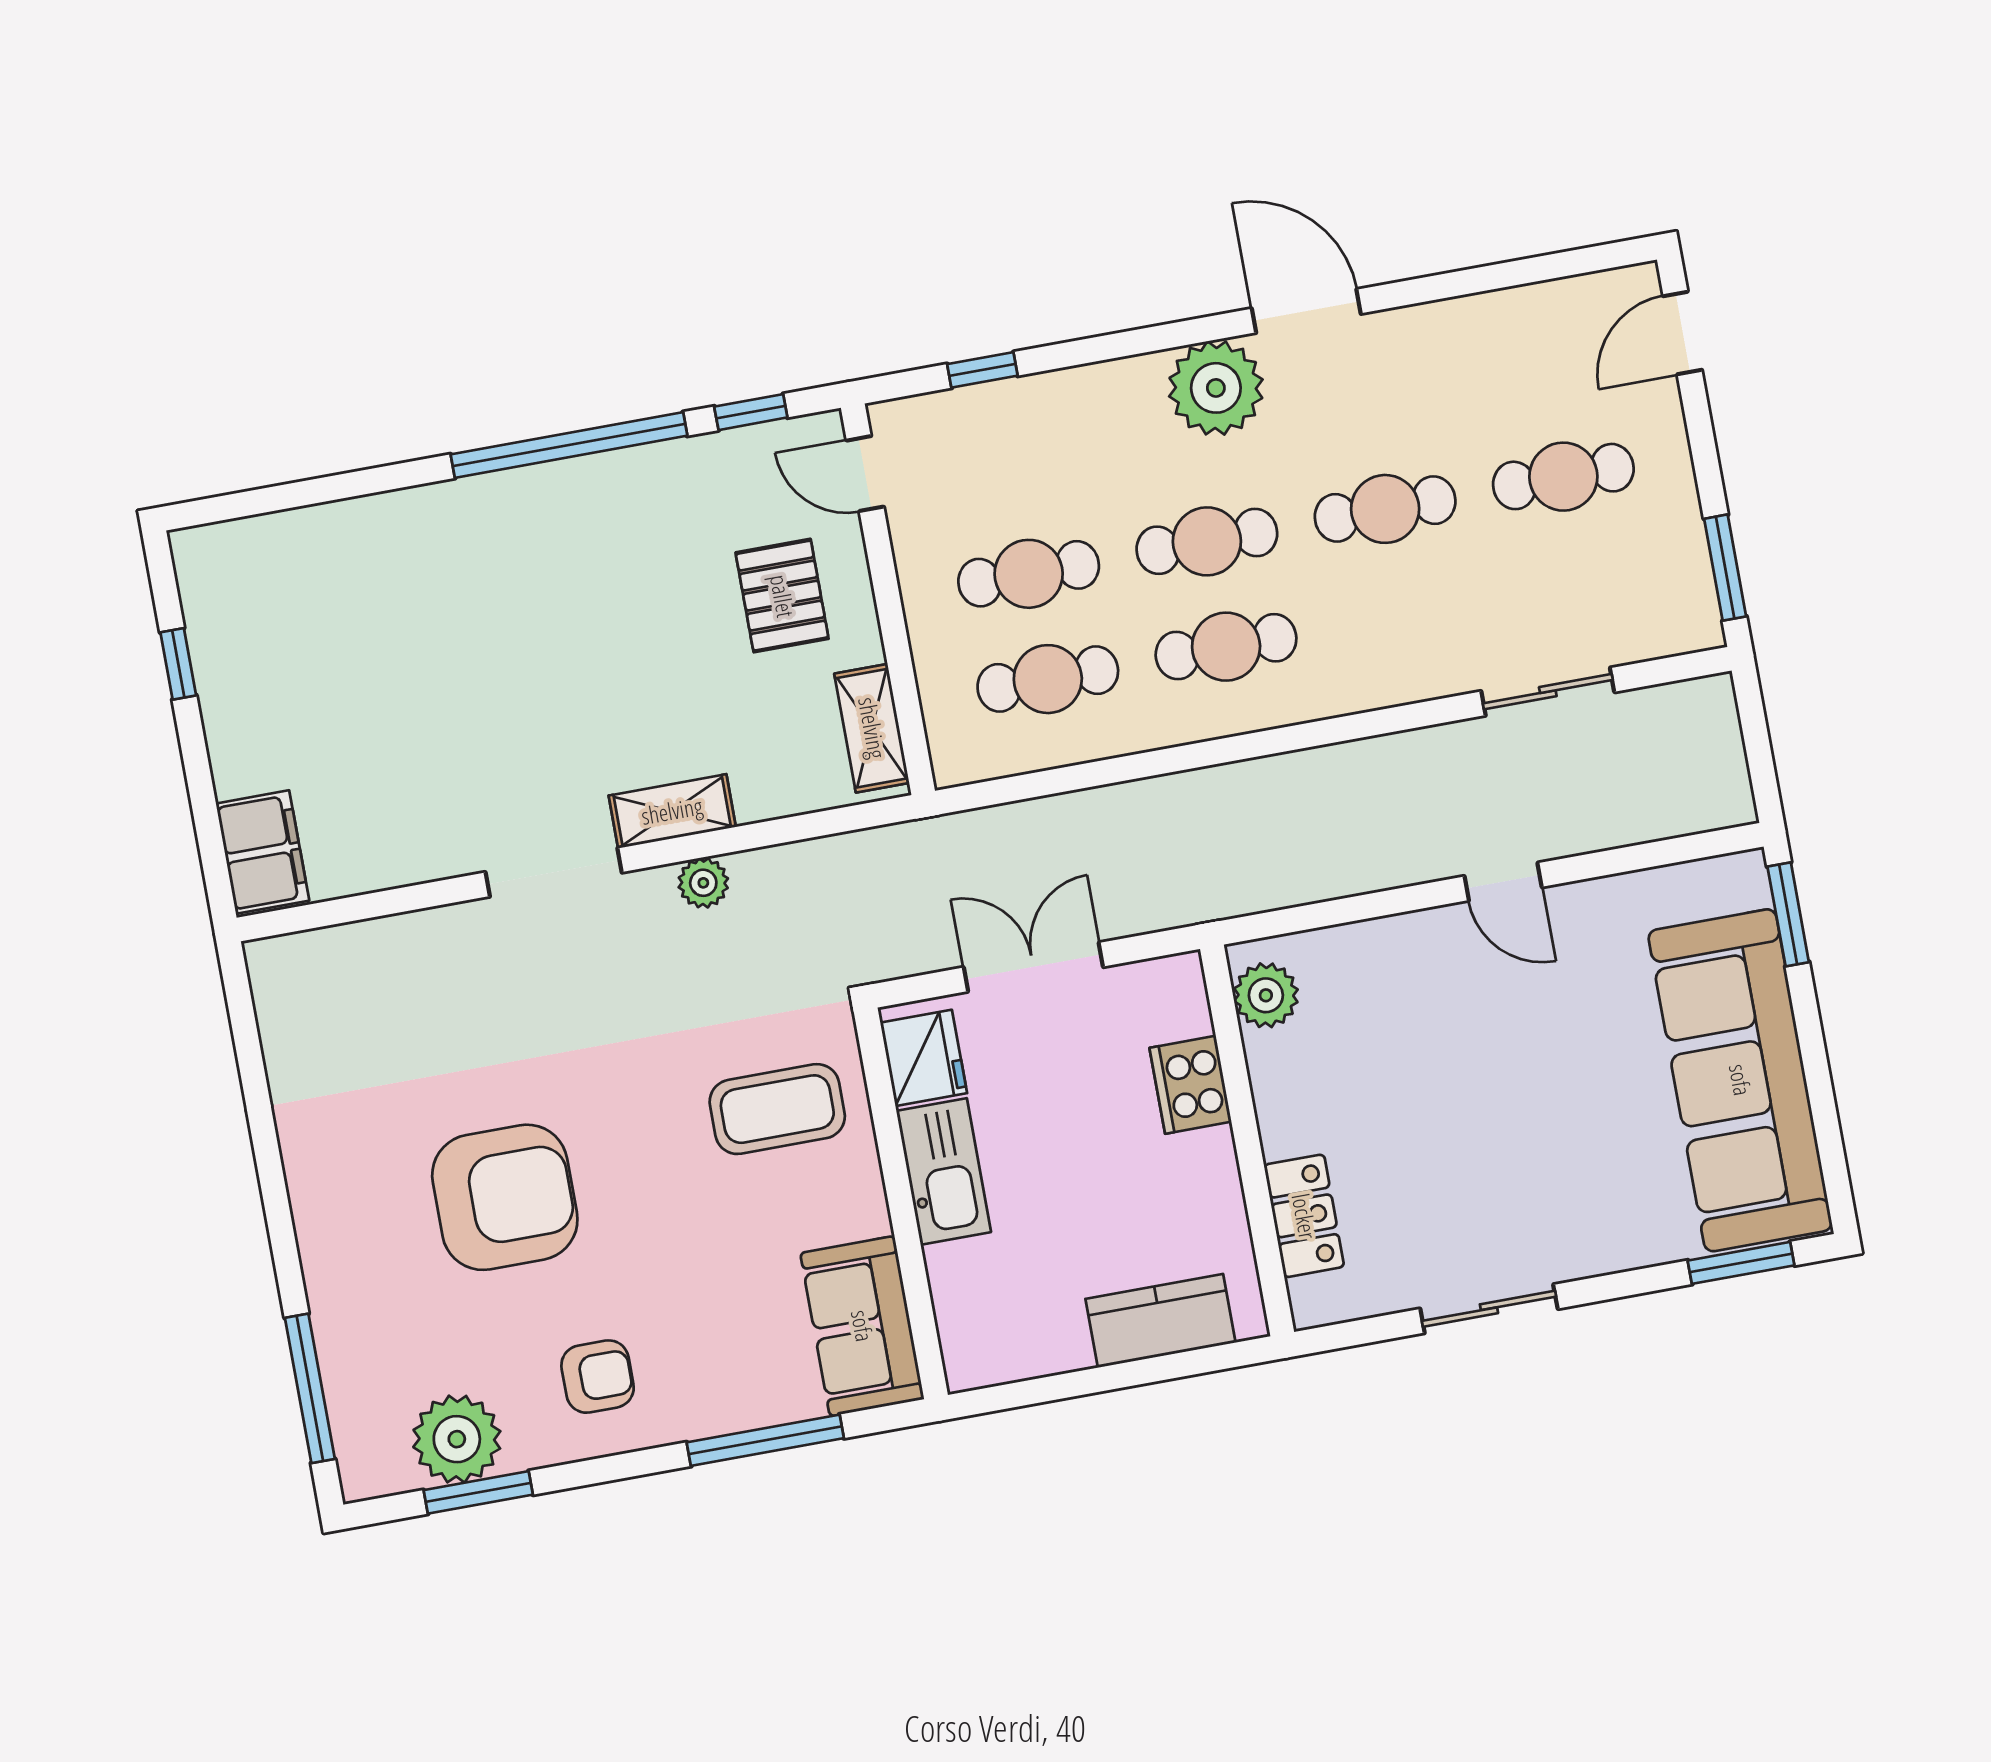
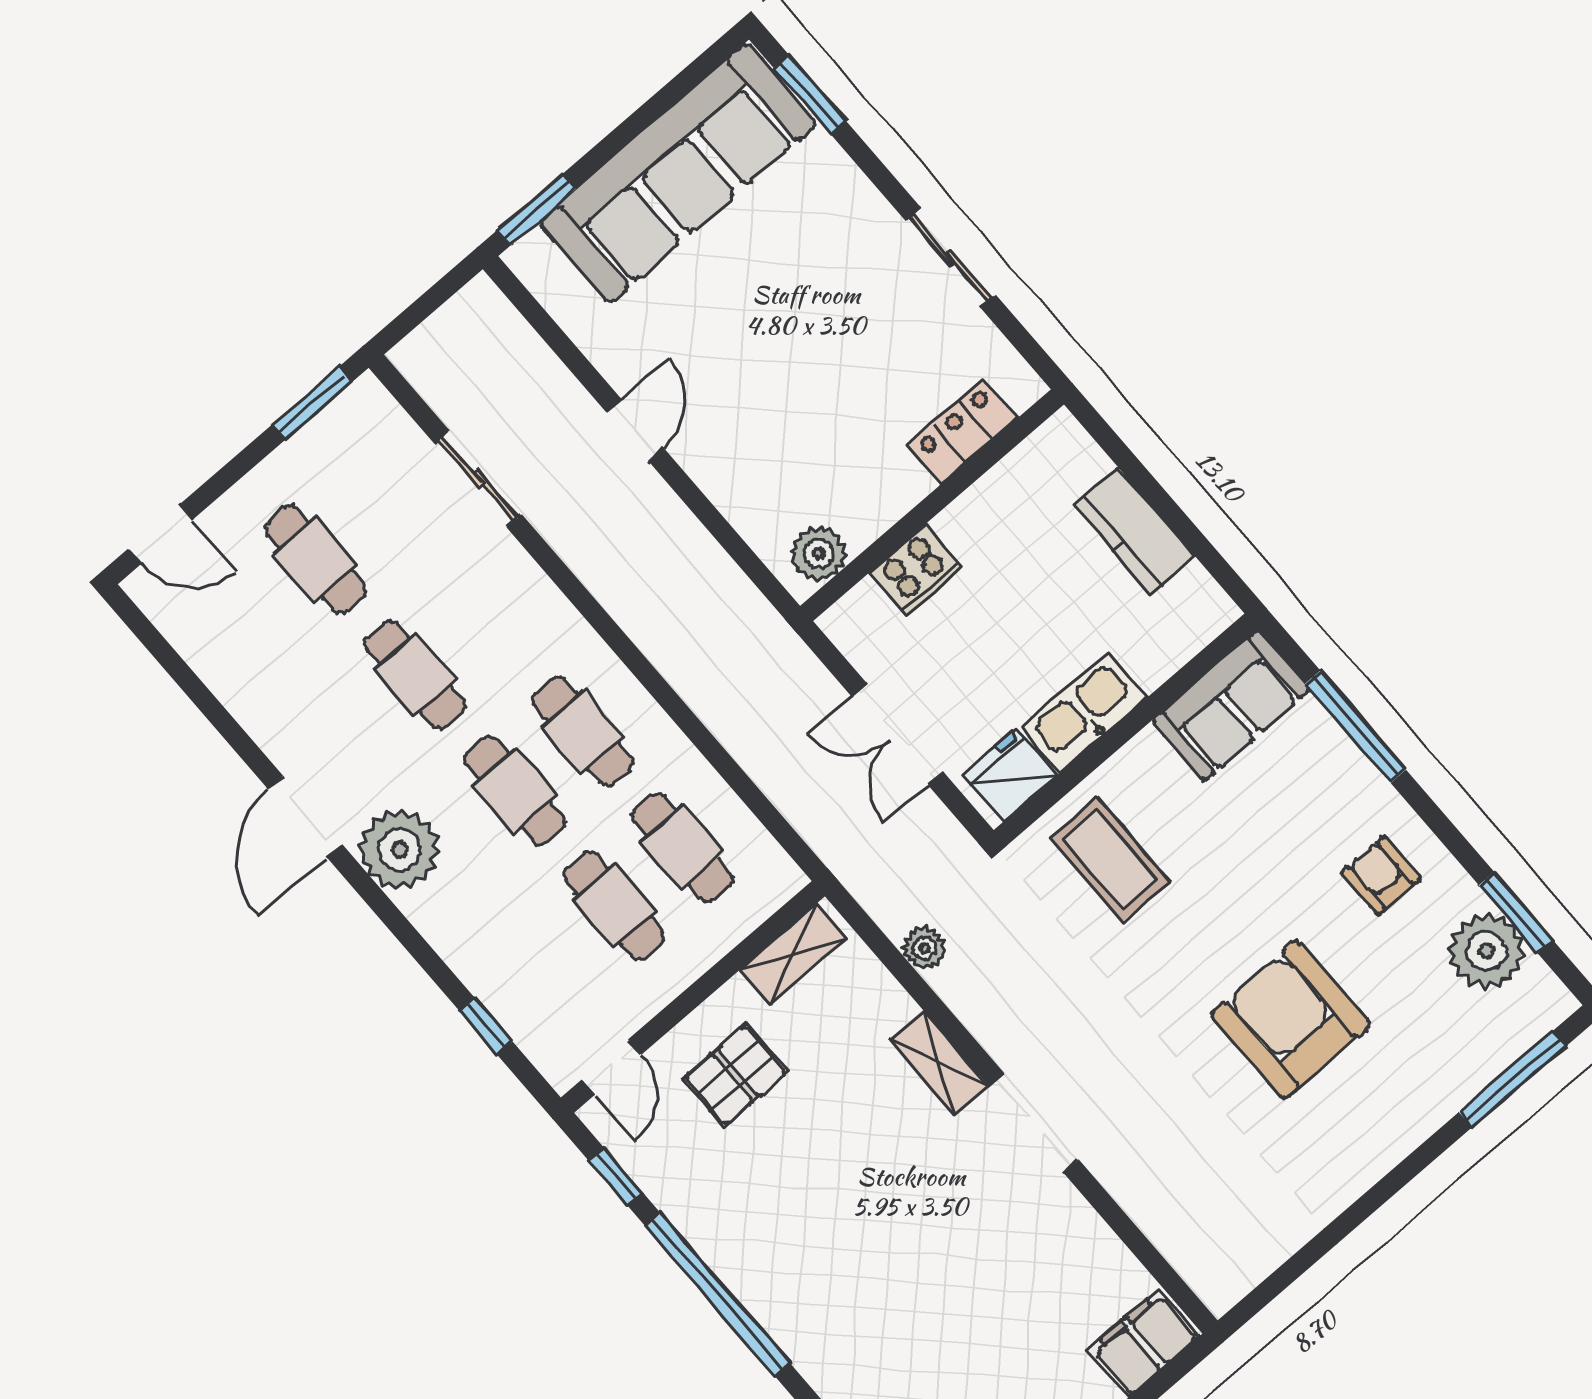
plant: (703, 883) -> (924, 948), moved
kitchen counter: (1160, 1321) -> (1135, 531), moved

